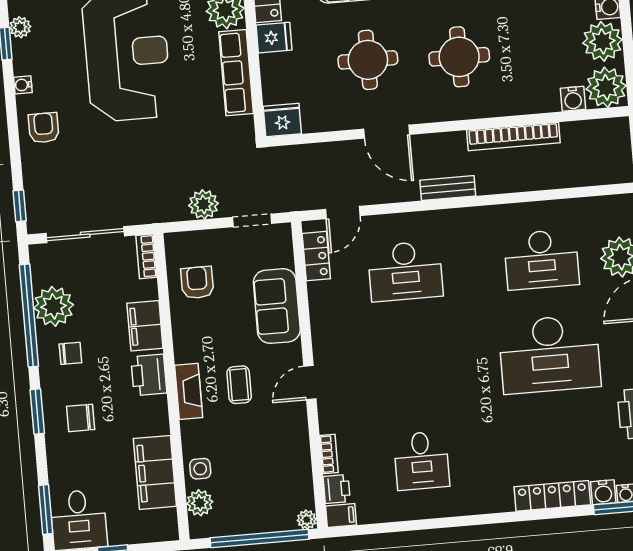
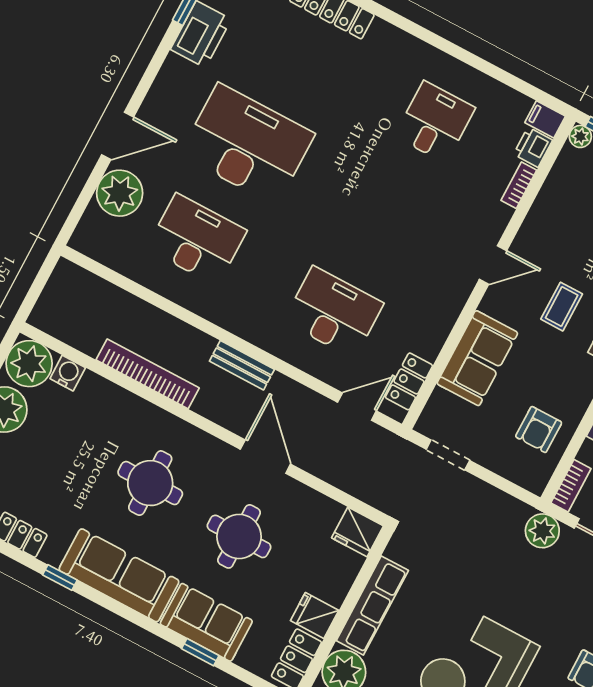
plant: (204, 204) -> (542, 531), moved

